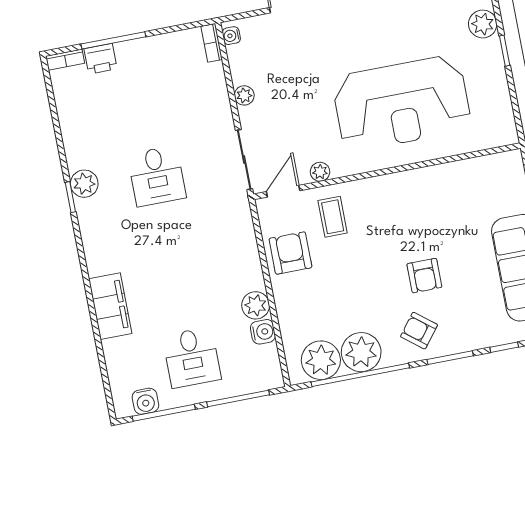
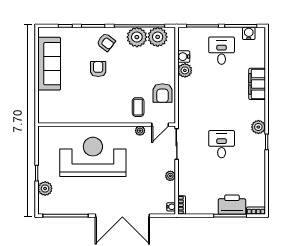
printer: (100, 59) -> (232, 205), width x1.87, depth x1.48
plant: (84, 184) -> (258, 127), moved

